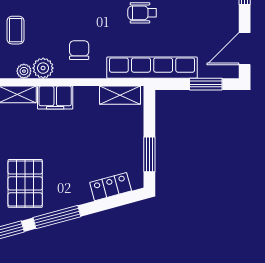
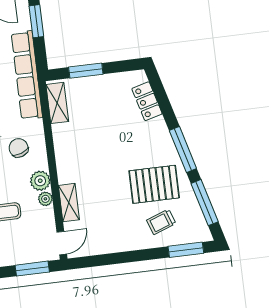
chair: (79, 50) -> (19, 148), turned 71
filing cabinet: (55, 98) -> (67, 165), removed
window: (149, 154) -> (86, 71), moved

